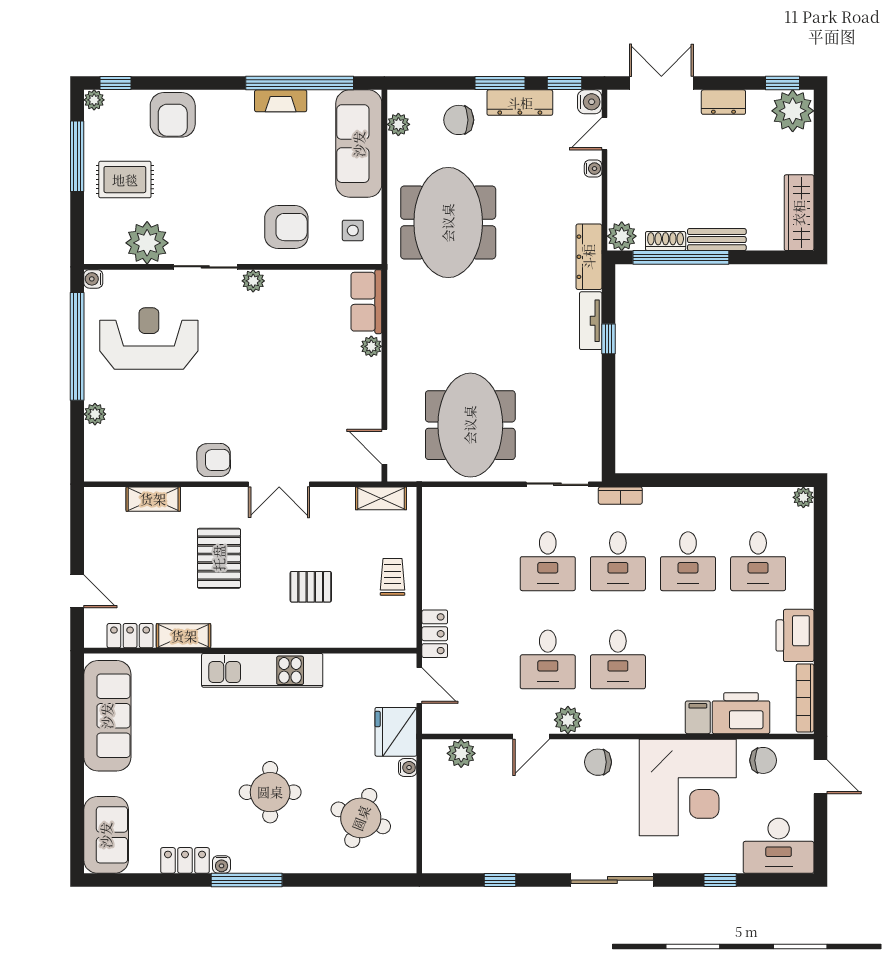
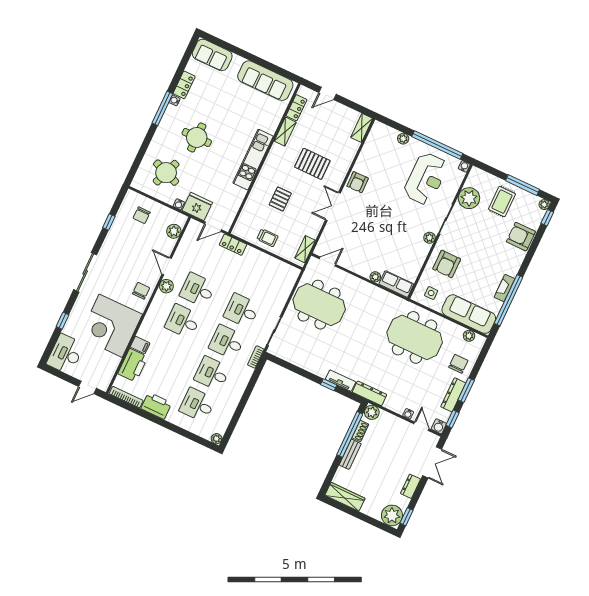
shelving: (153, 499) -> (362, 128), moved
chair: (763, 760) -> (142, 215), moved

